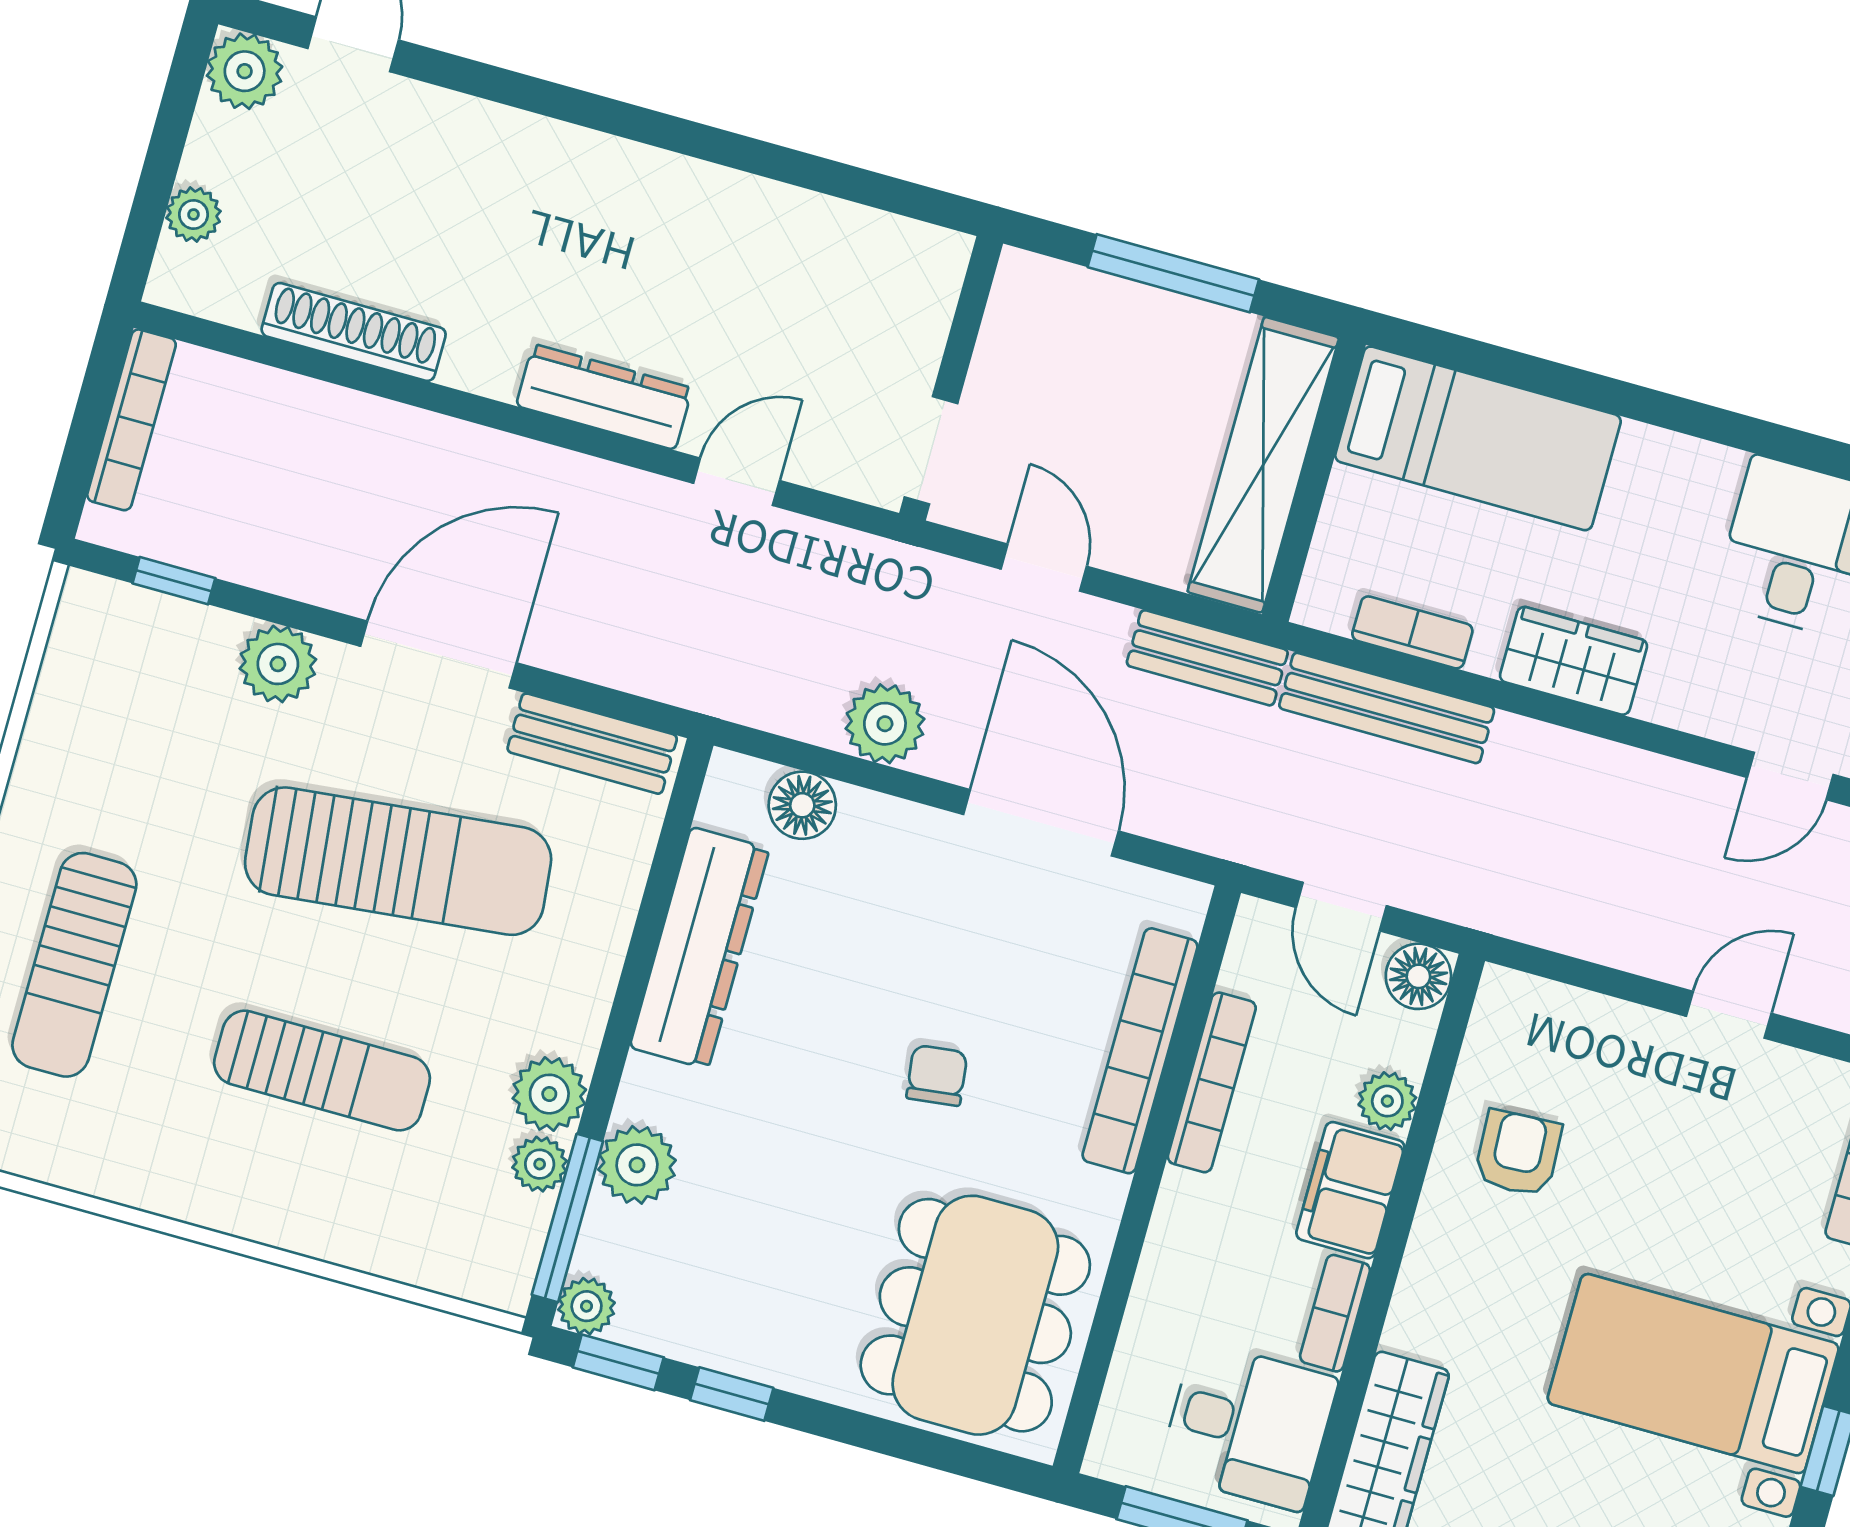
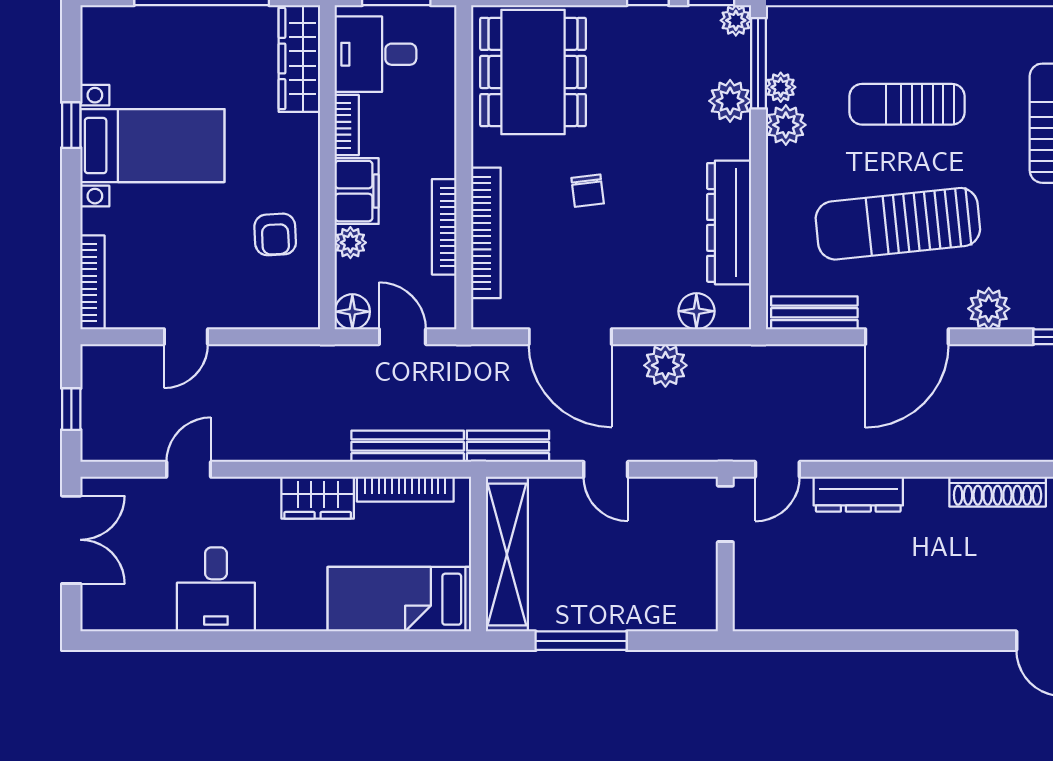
wall: (951, 378) -> (725, 554), moved
doorway: (931, 450) -> (725, 514), moved
bookcase: (1412, 632) -> (405, 489), width x1.56

